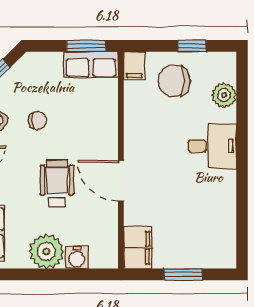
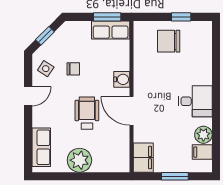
filing cabinet: (134, 66) -> (202, 152), moved, turned 90
plant: (224, 95) -> (203, 135), moved
desk: (212, 146) -> (195, 101), moved
water cooler: (77, 257) -> (122, 79), moved, turned -90

